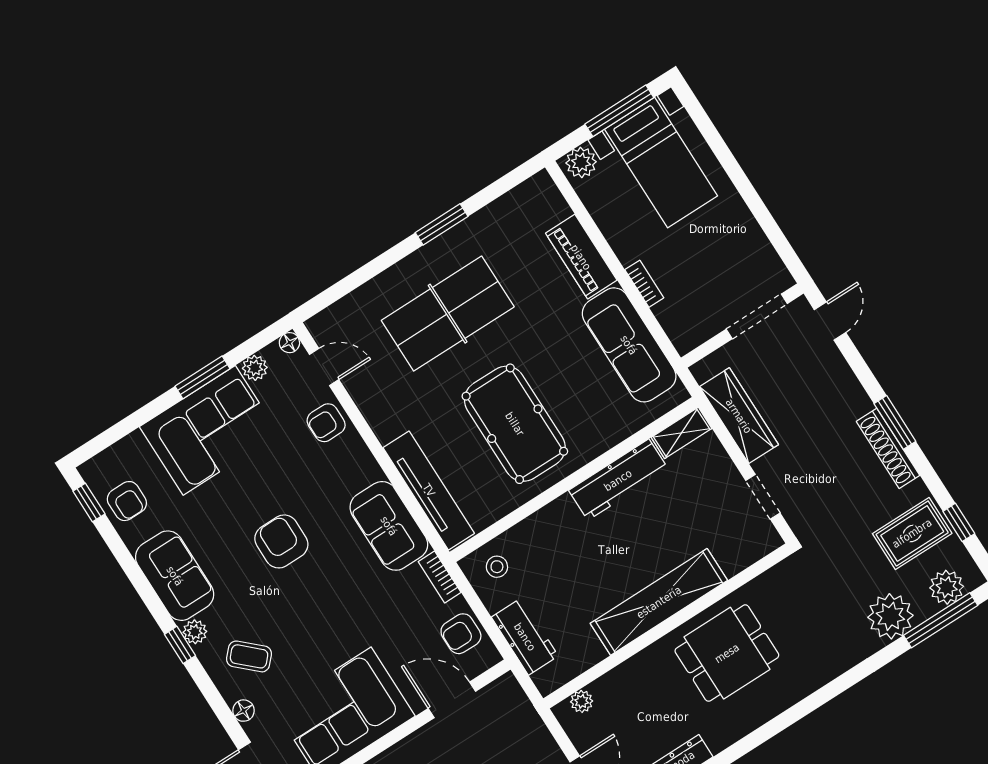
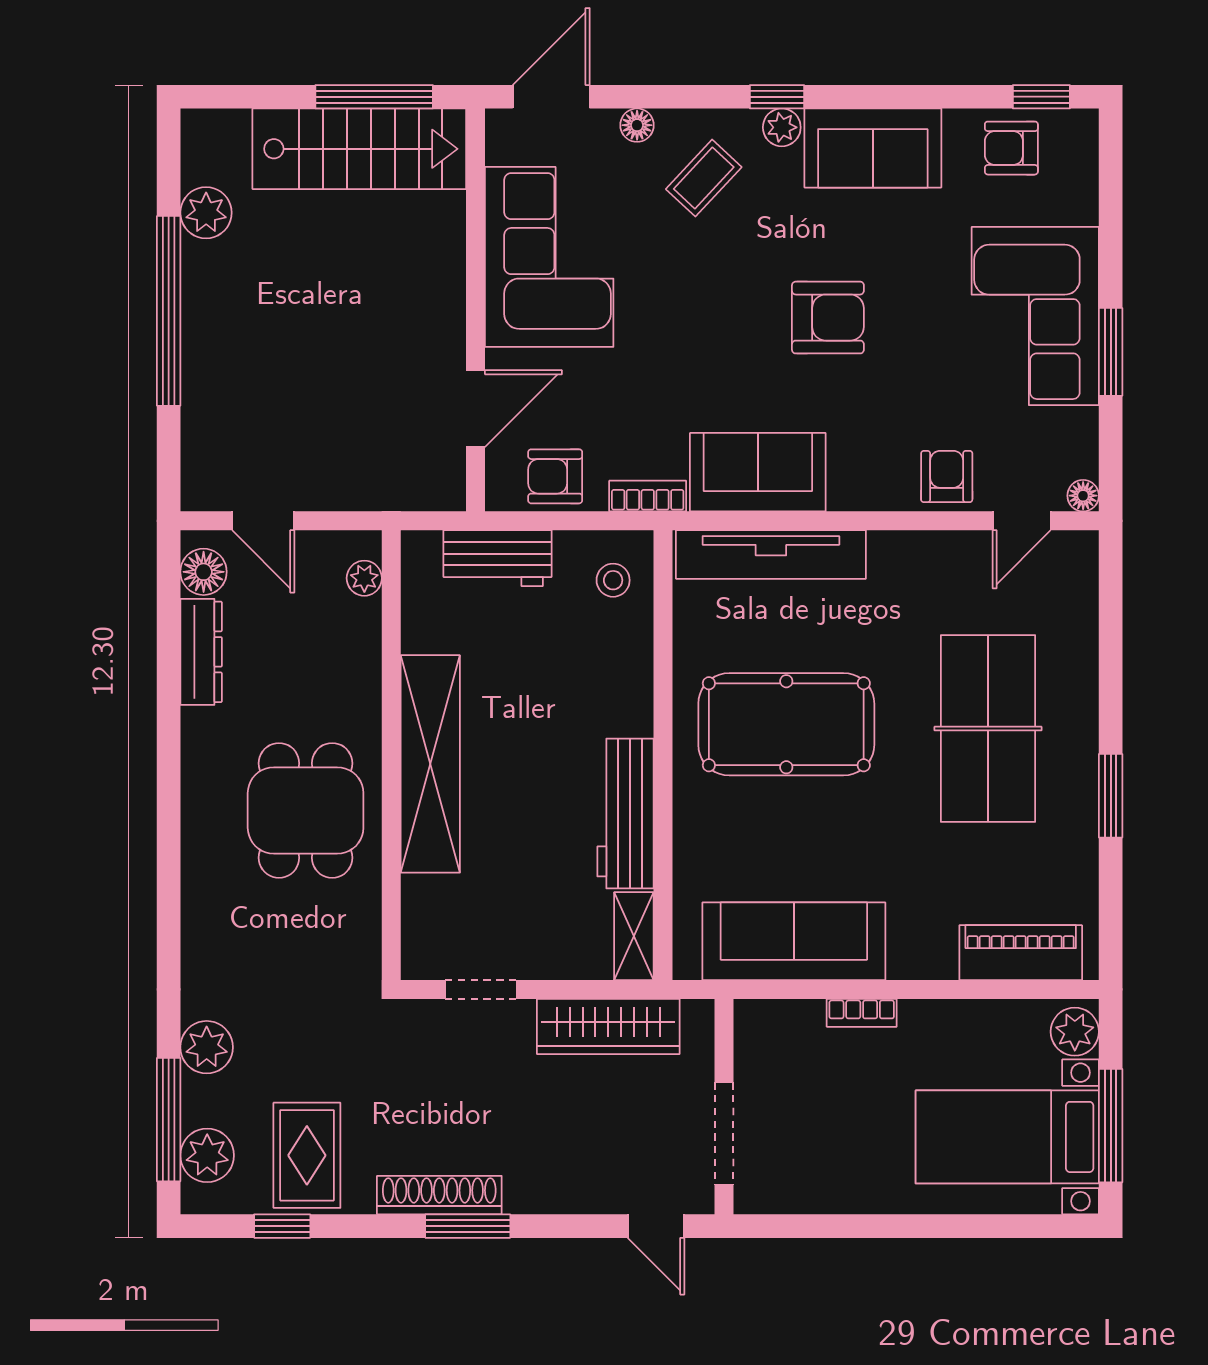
piano: (581, 257) -> (1021, 953), moved
plant: (255, 368) -> (1079, 429), removed
plant: (890, 616) -> (207, 1047), width x0.73, depth x0.73
armchair: (461, 634) -> (555, 476), turned -90

